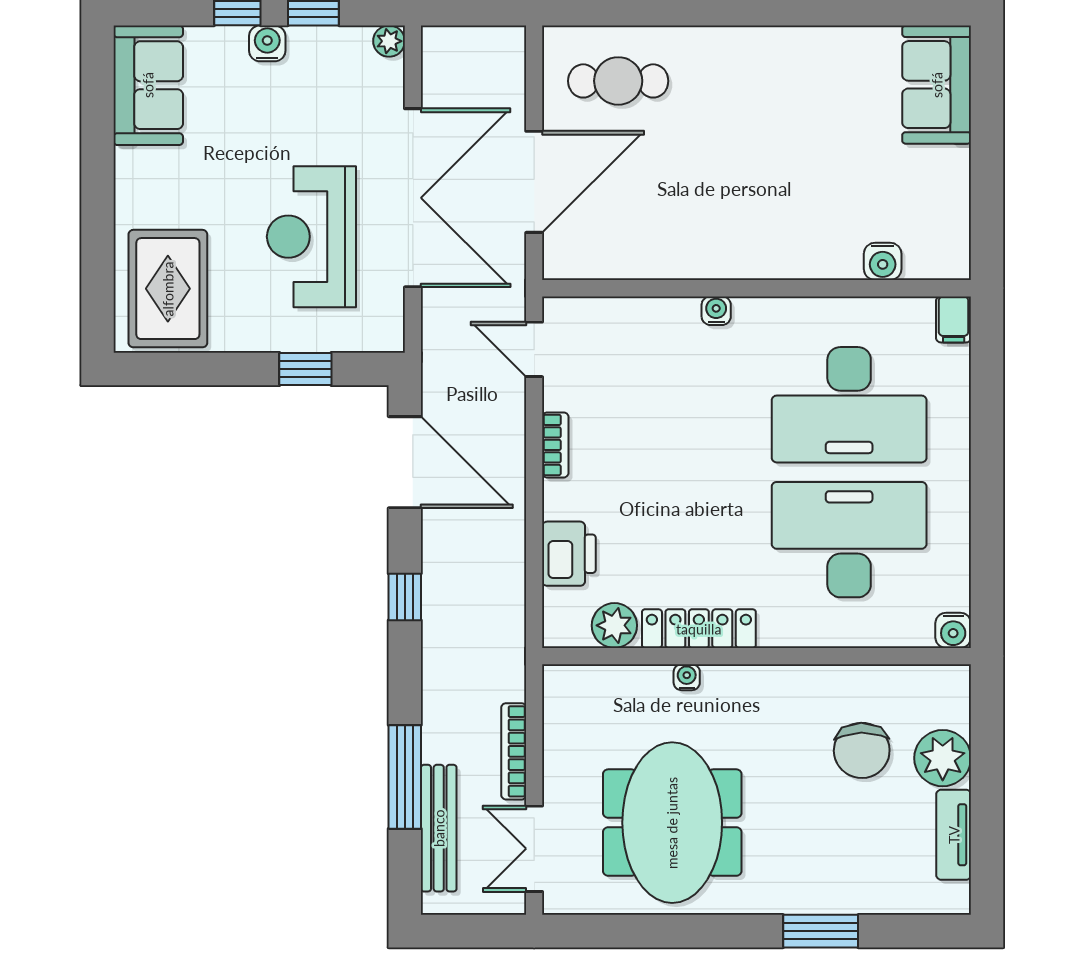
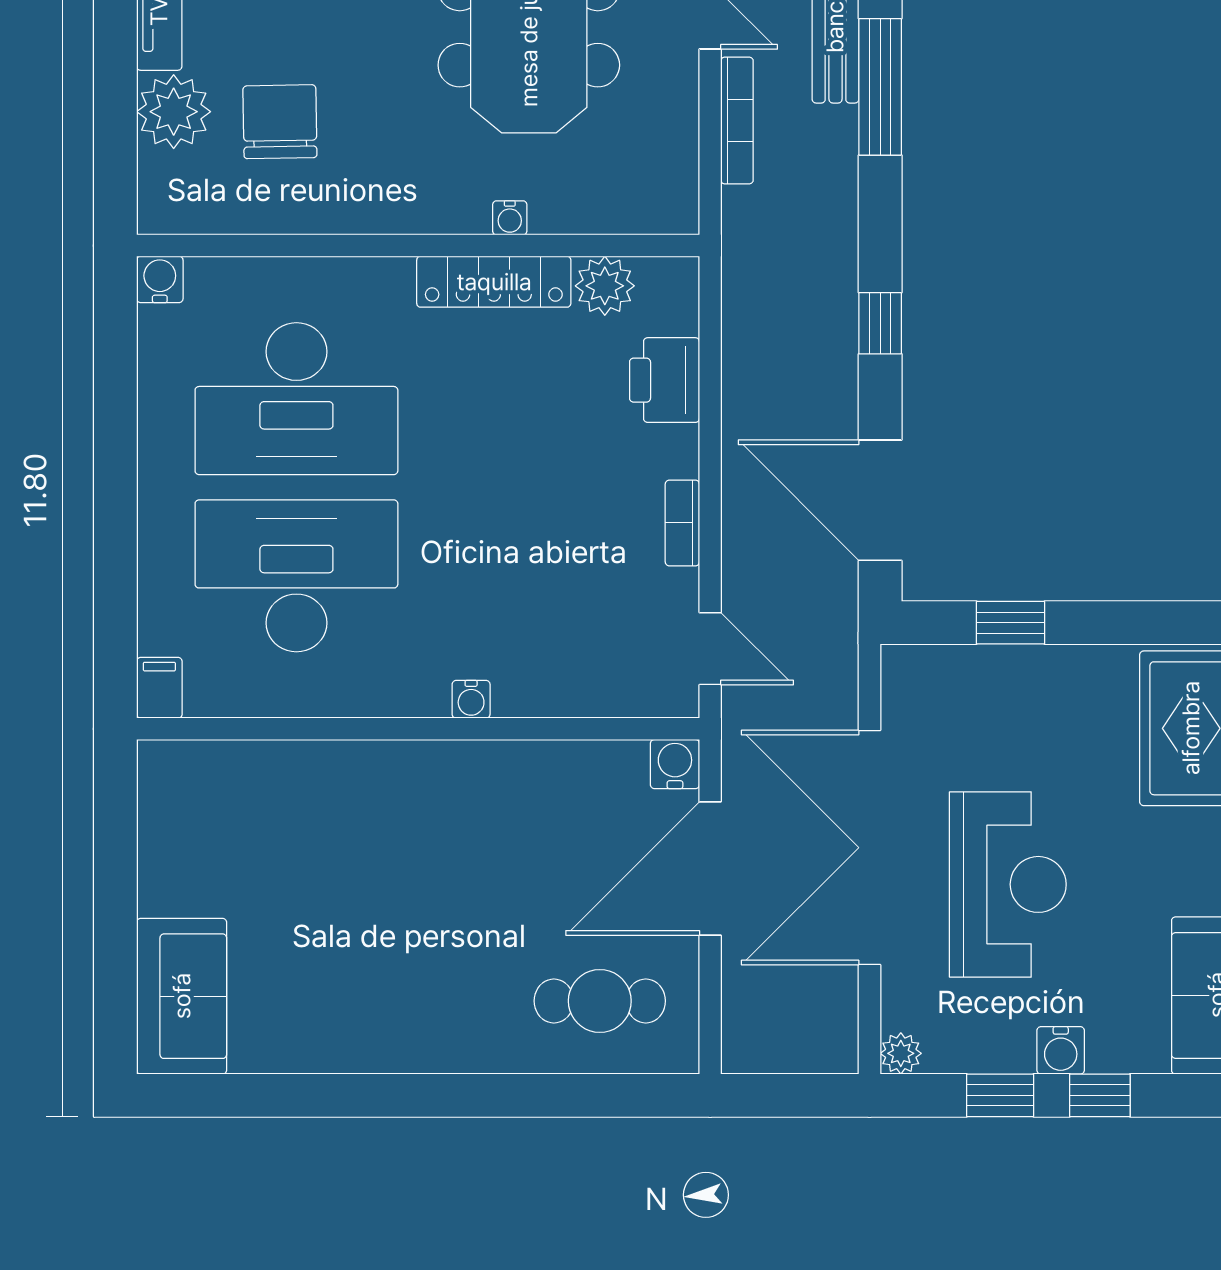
reception desk: (311, 237) -> (1008, 884), moved
water cooler: (883, 261) -> (675, 764), moved

